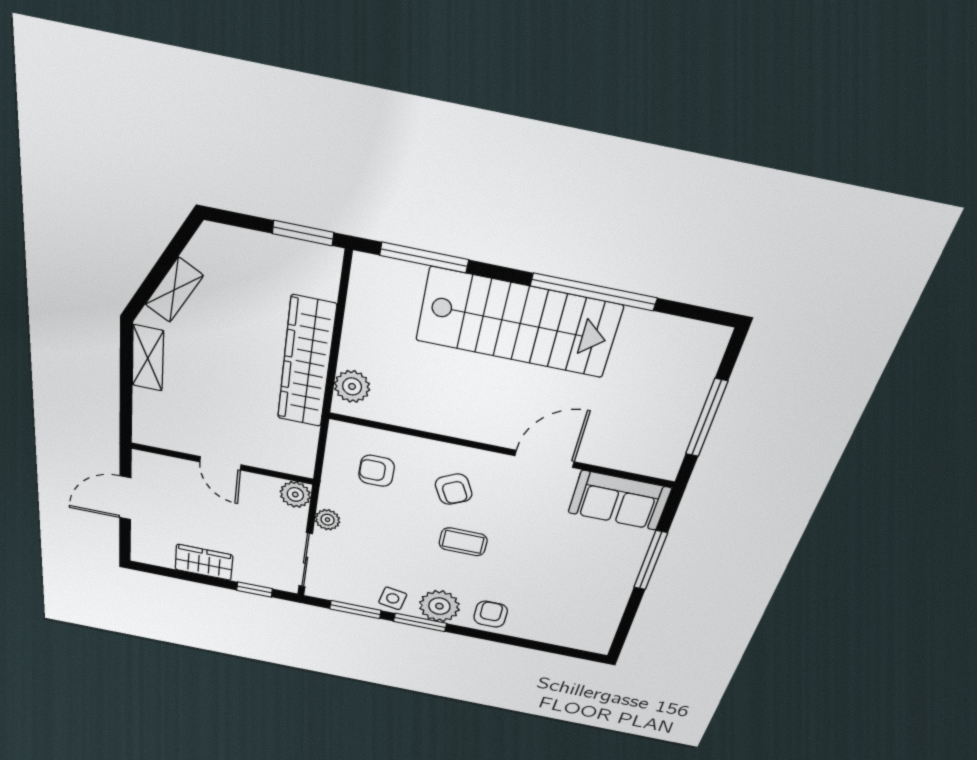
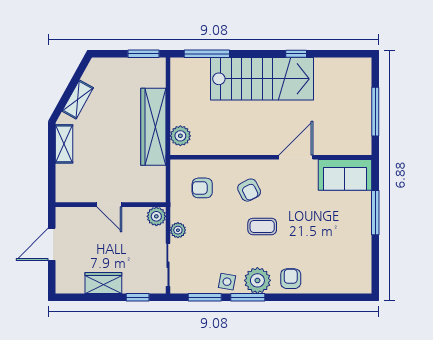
window: (594, 292) -> (296, 54), width x0.32

